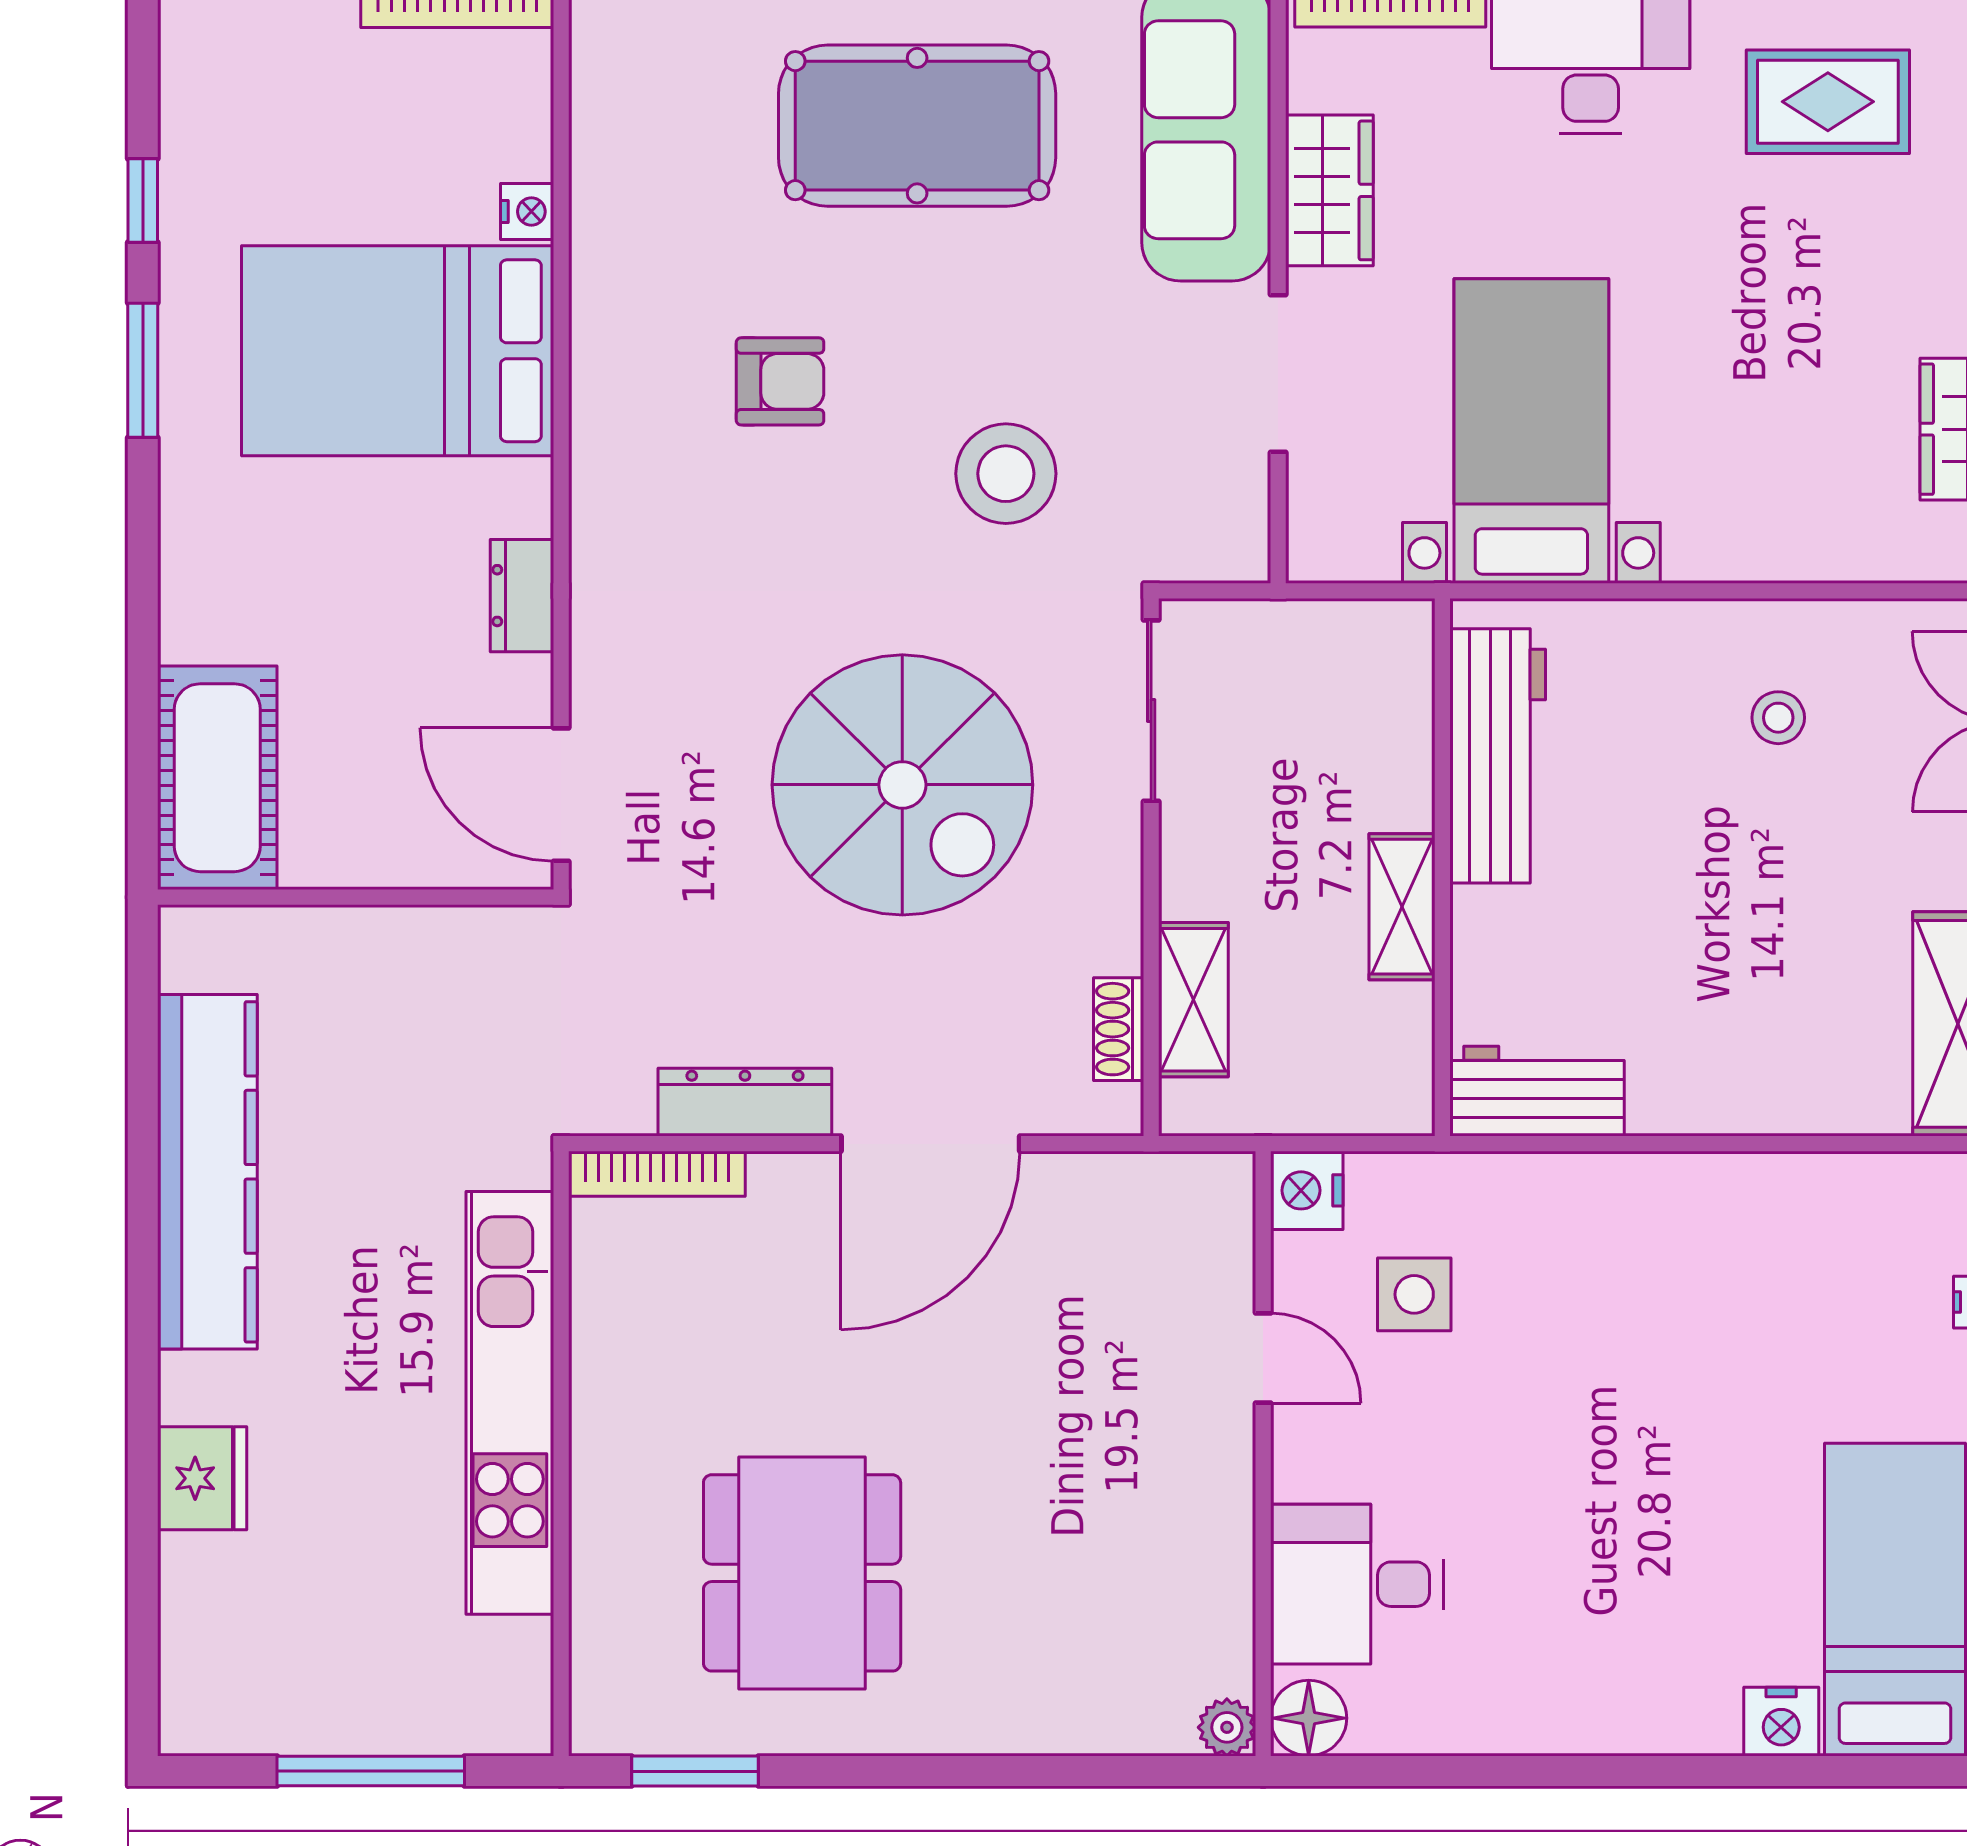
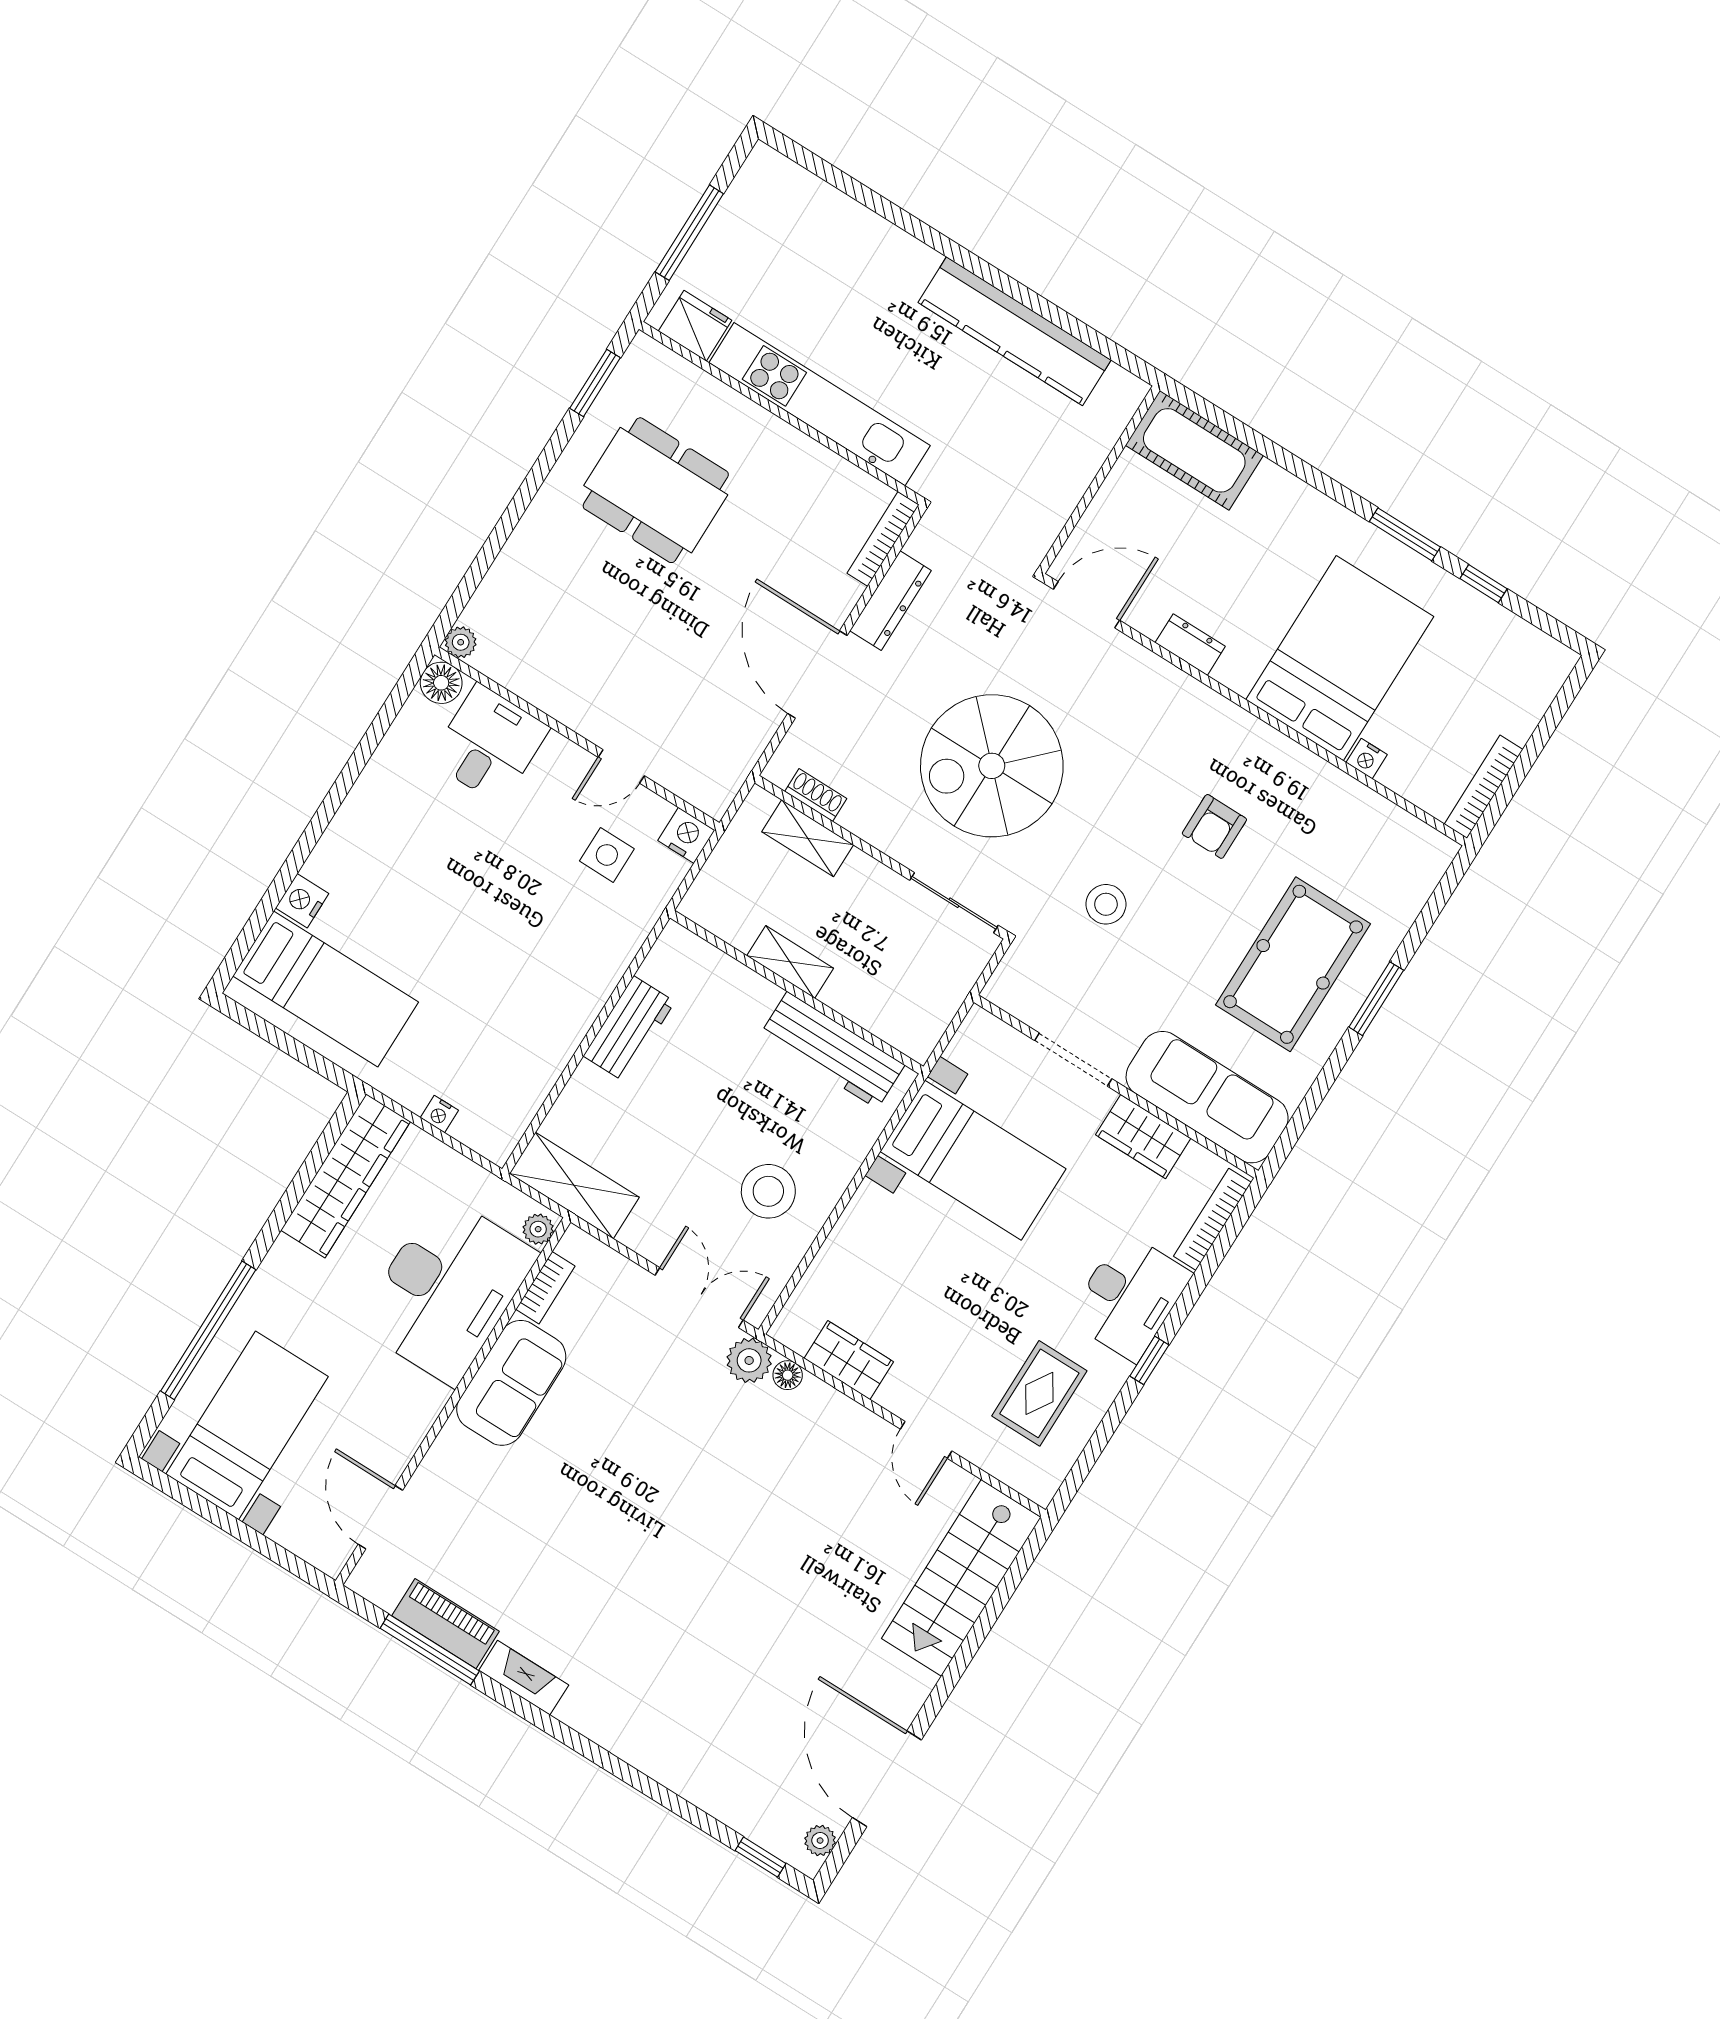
stool: (1006, 474) -> (1106, 904), width x0.73, depth x0.73
stool: (1778, 718) -> (768, 1191), width x1.89, depth x1.89
workbench: (1537, 1091) -> (629, 1029), moved
fridge: (202, 1478) -> (695, 326), moved, turned 180

